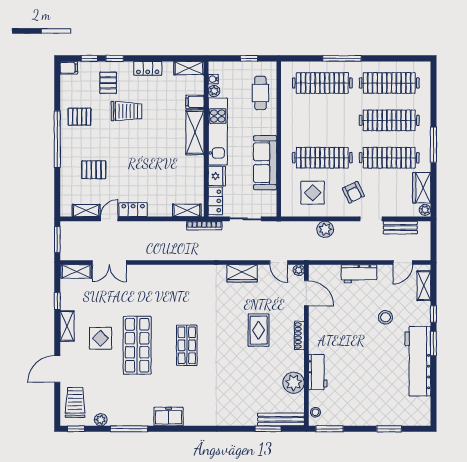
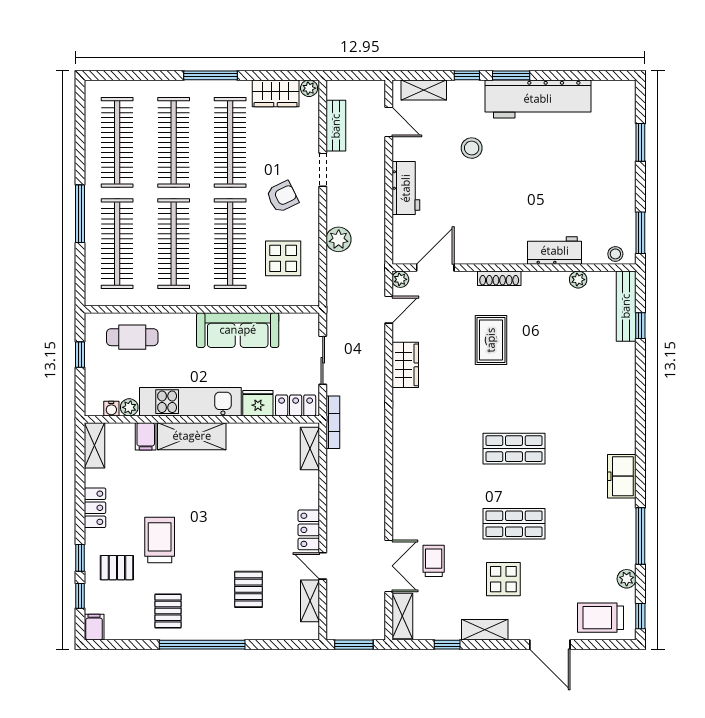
clothes rail: (322, 120) -> (174, 244), added
trolley: (113, 292) -> (434, 561), added
rug: (259, 330) -> (491, 340), turned 90
shop shelf: (137, 345) -> (514, 524), width x0.70, depth x0.74
plant: (294, 383) -> (578, 280), width x0.53, depth x0.53
window: (268, 429) -> (640, 326), width x0.67

